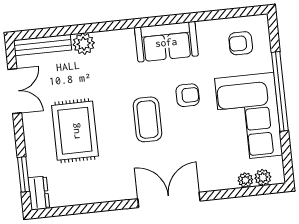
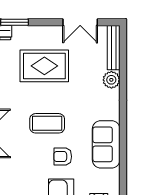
armchair: (188, 95) -> (63, 157), turned 90

